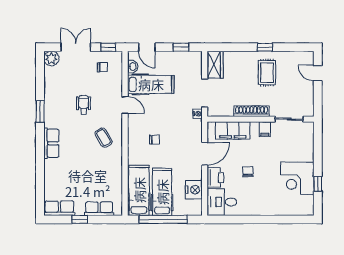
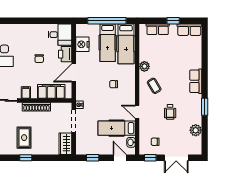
plant: (51, 58) -> (196, 130), moved
plant: (116, 162) -> (144, 66), added

